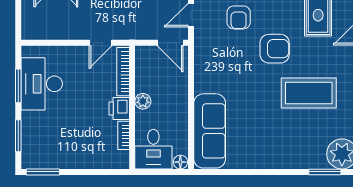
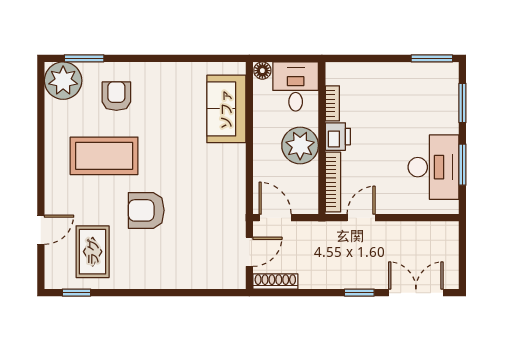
armchair: (239, 17) -> (116, 96), moved
plant: (143, 101) -> (300, 145), width x1.87, depth x1.87
sofa: (210, 131) -> (226, 109), width x0.73

